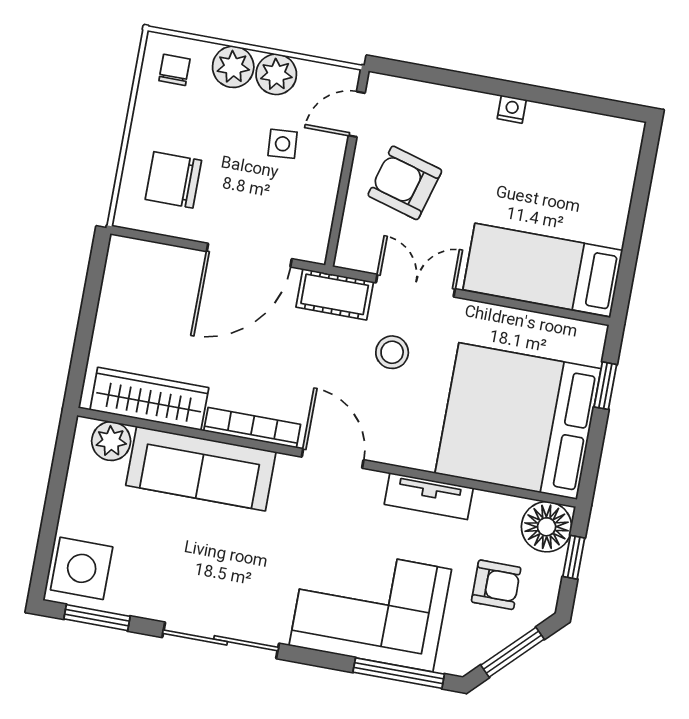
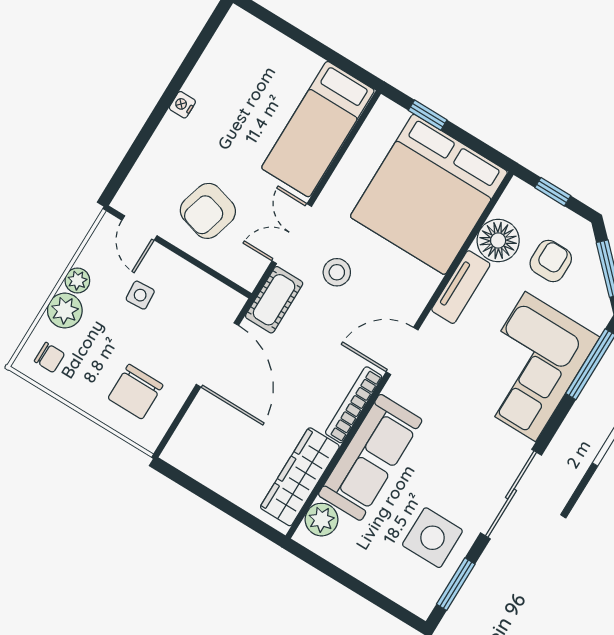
chair: (174, 70) -> (49, 357), turned 180
plant: (276, 74) -> (77, 281), width x0.73, depth x0.73
floor lamp: (547, 527) -> (498, 241), moved
side table: (82, 568) -> (432, 538), moved

